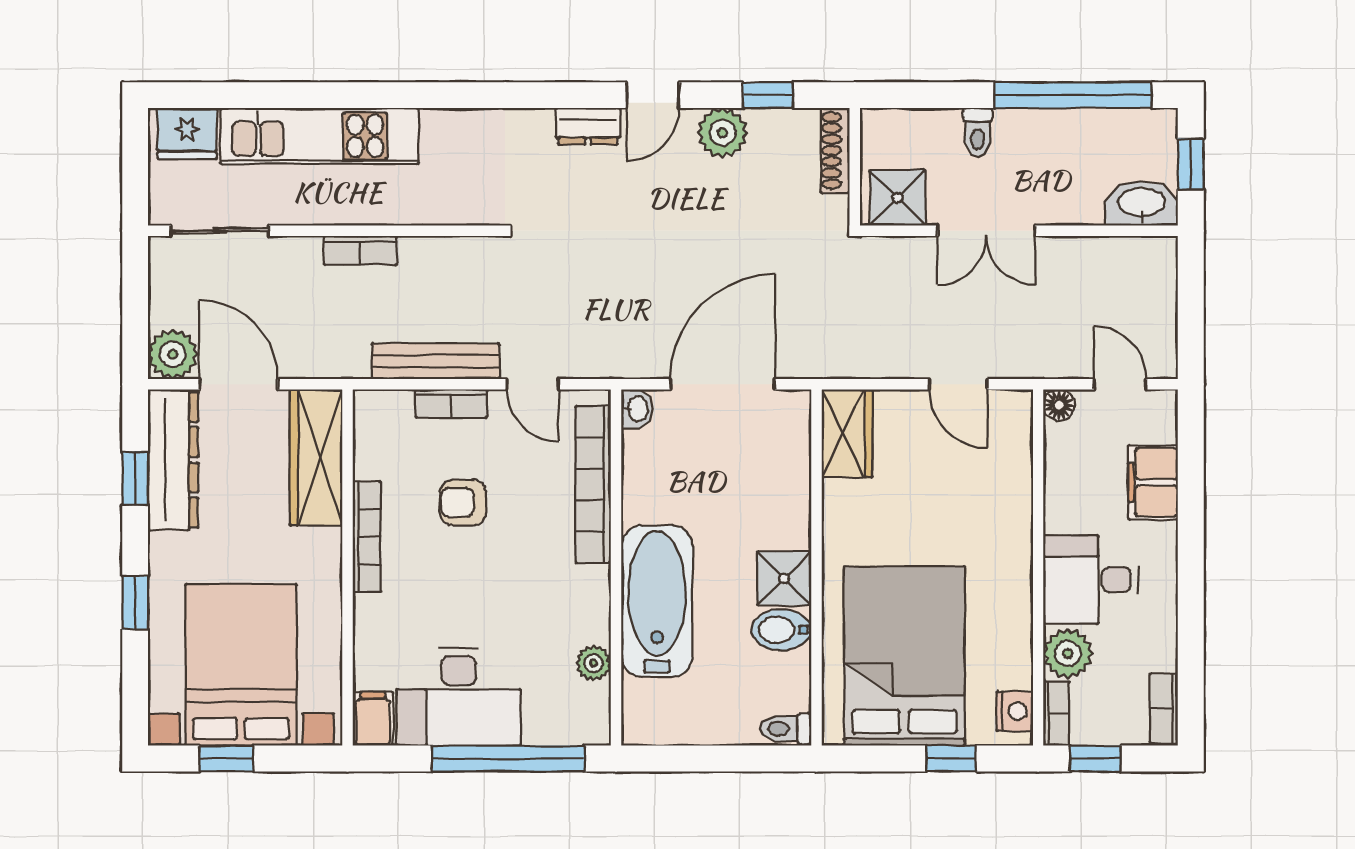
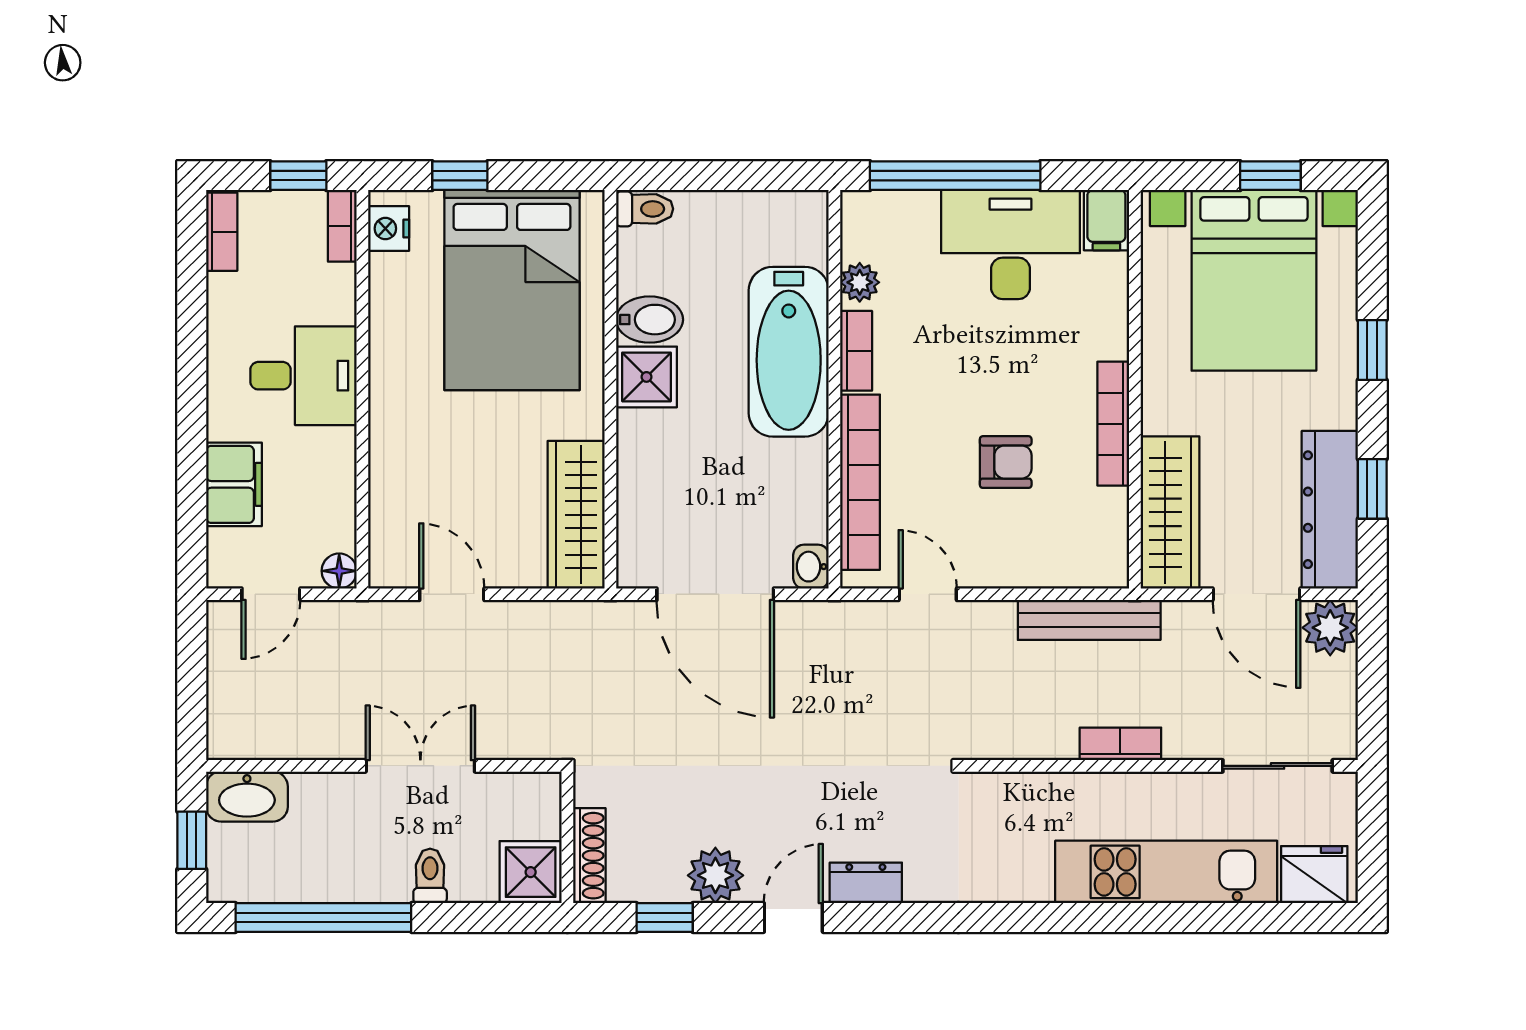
shower: (898, 198) -> (531, 872), moved
bench: (436, 361) -> (1089, 620), moved
door: (723, 384) -> (715, 594), hinge flipped
door: (1120, 384) -> (271, 594), hinge flipped
bookcase: (451, 404) -> (856, 351), moved, turned 90
wardrobe: (847, 433) -> (576, 515), width x1.50
plant: (1068, 653) -> (329, 293), removed

